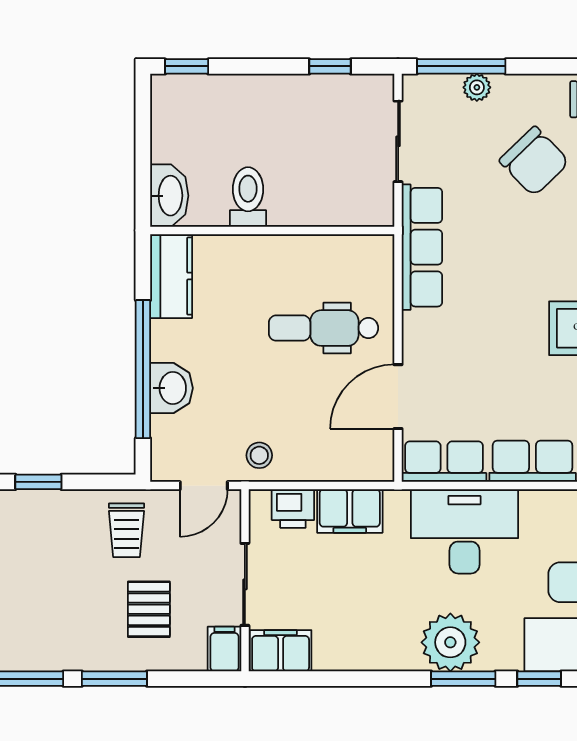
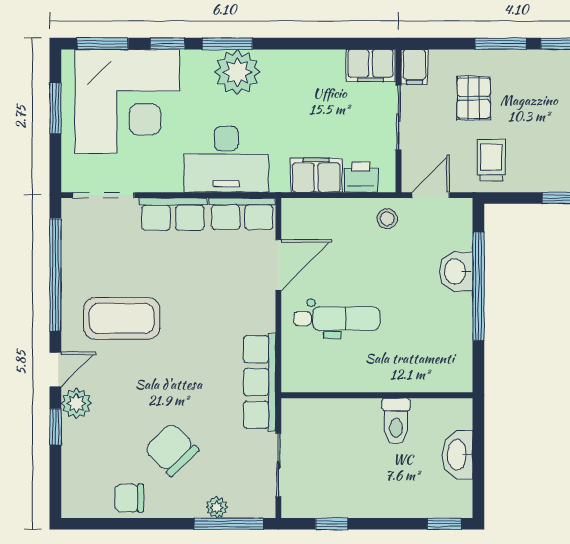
washbasin: (169, 196) -> (458, 455), moved
kitchen counter: (171, 276) -> (456, 359), removed

